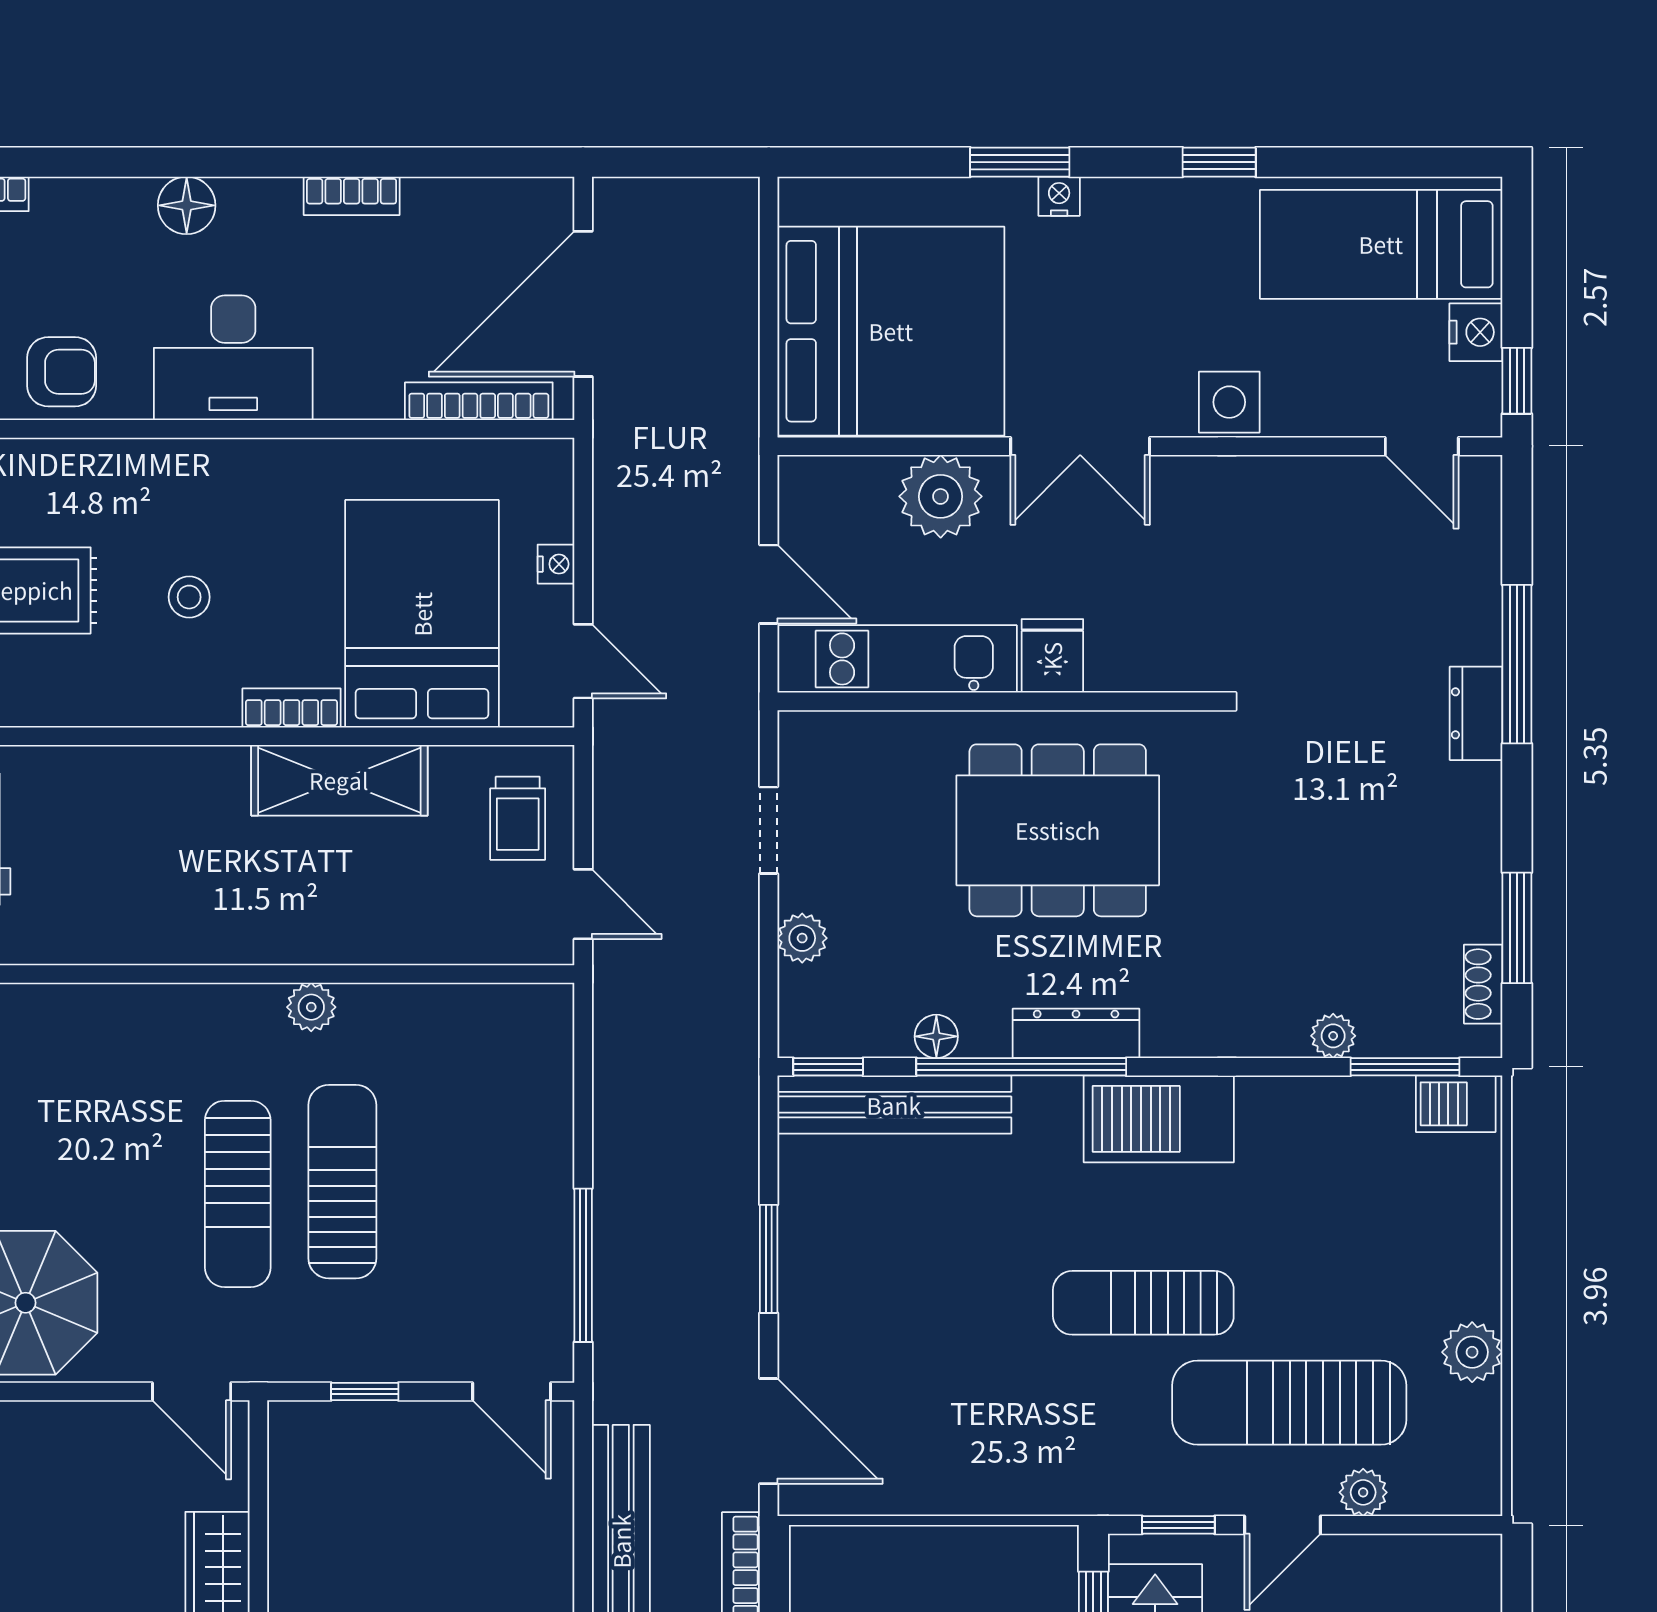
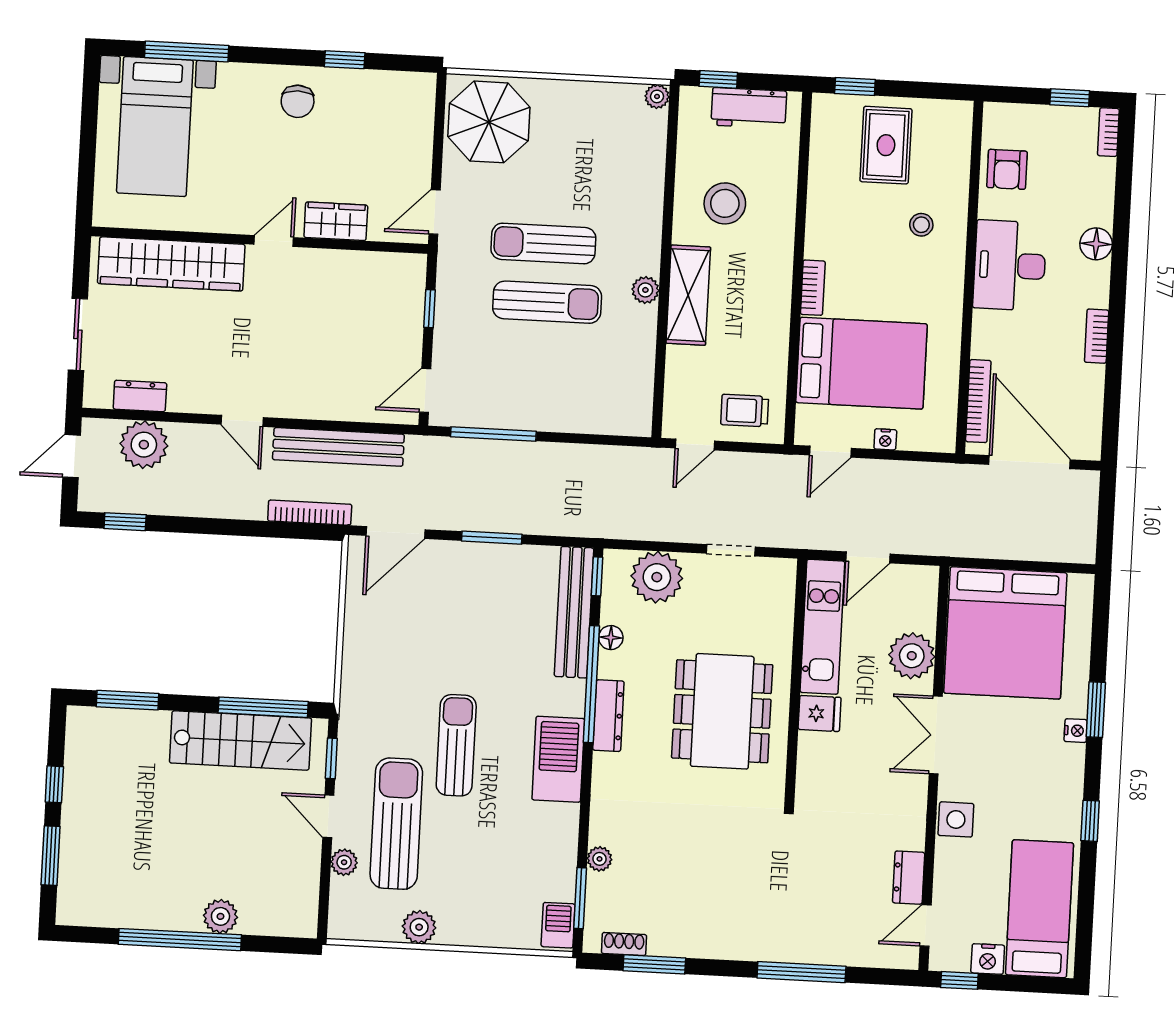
stool: (189, 597) -> (921, 225), moved
dresser: (1476, 713) -> (909, 878), moved, turned -90
shelving: (339, 780) -> (688, 295), moved
stool: (149, 873) -> (725, 203), added
plant: (802, 938) -> (657, 577), width x1.88, depth x1.88

